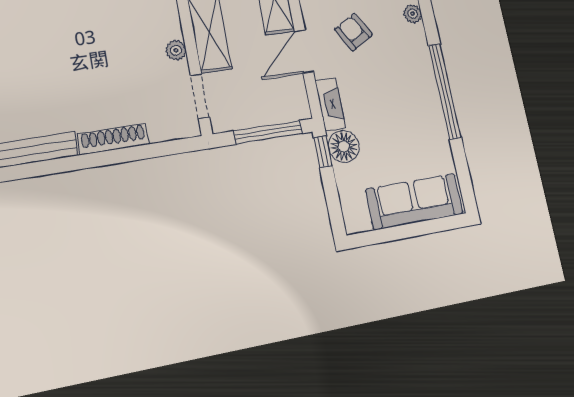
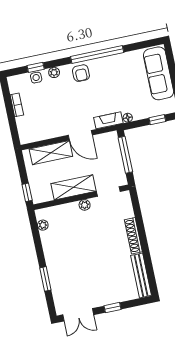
armchair: (354, 32) -> (81, 73), moved, turned -60
floor lamp: (344, 147) -> (128, 118), width x0.53, depth x0.53
window: (323, 152) -> (157, 120), moved

